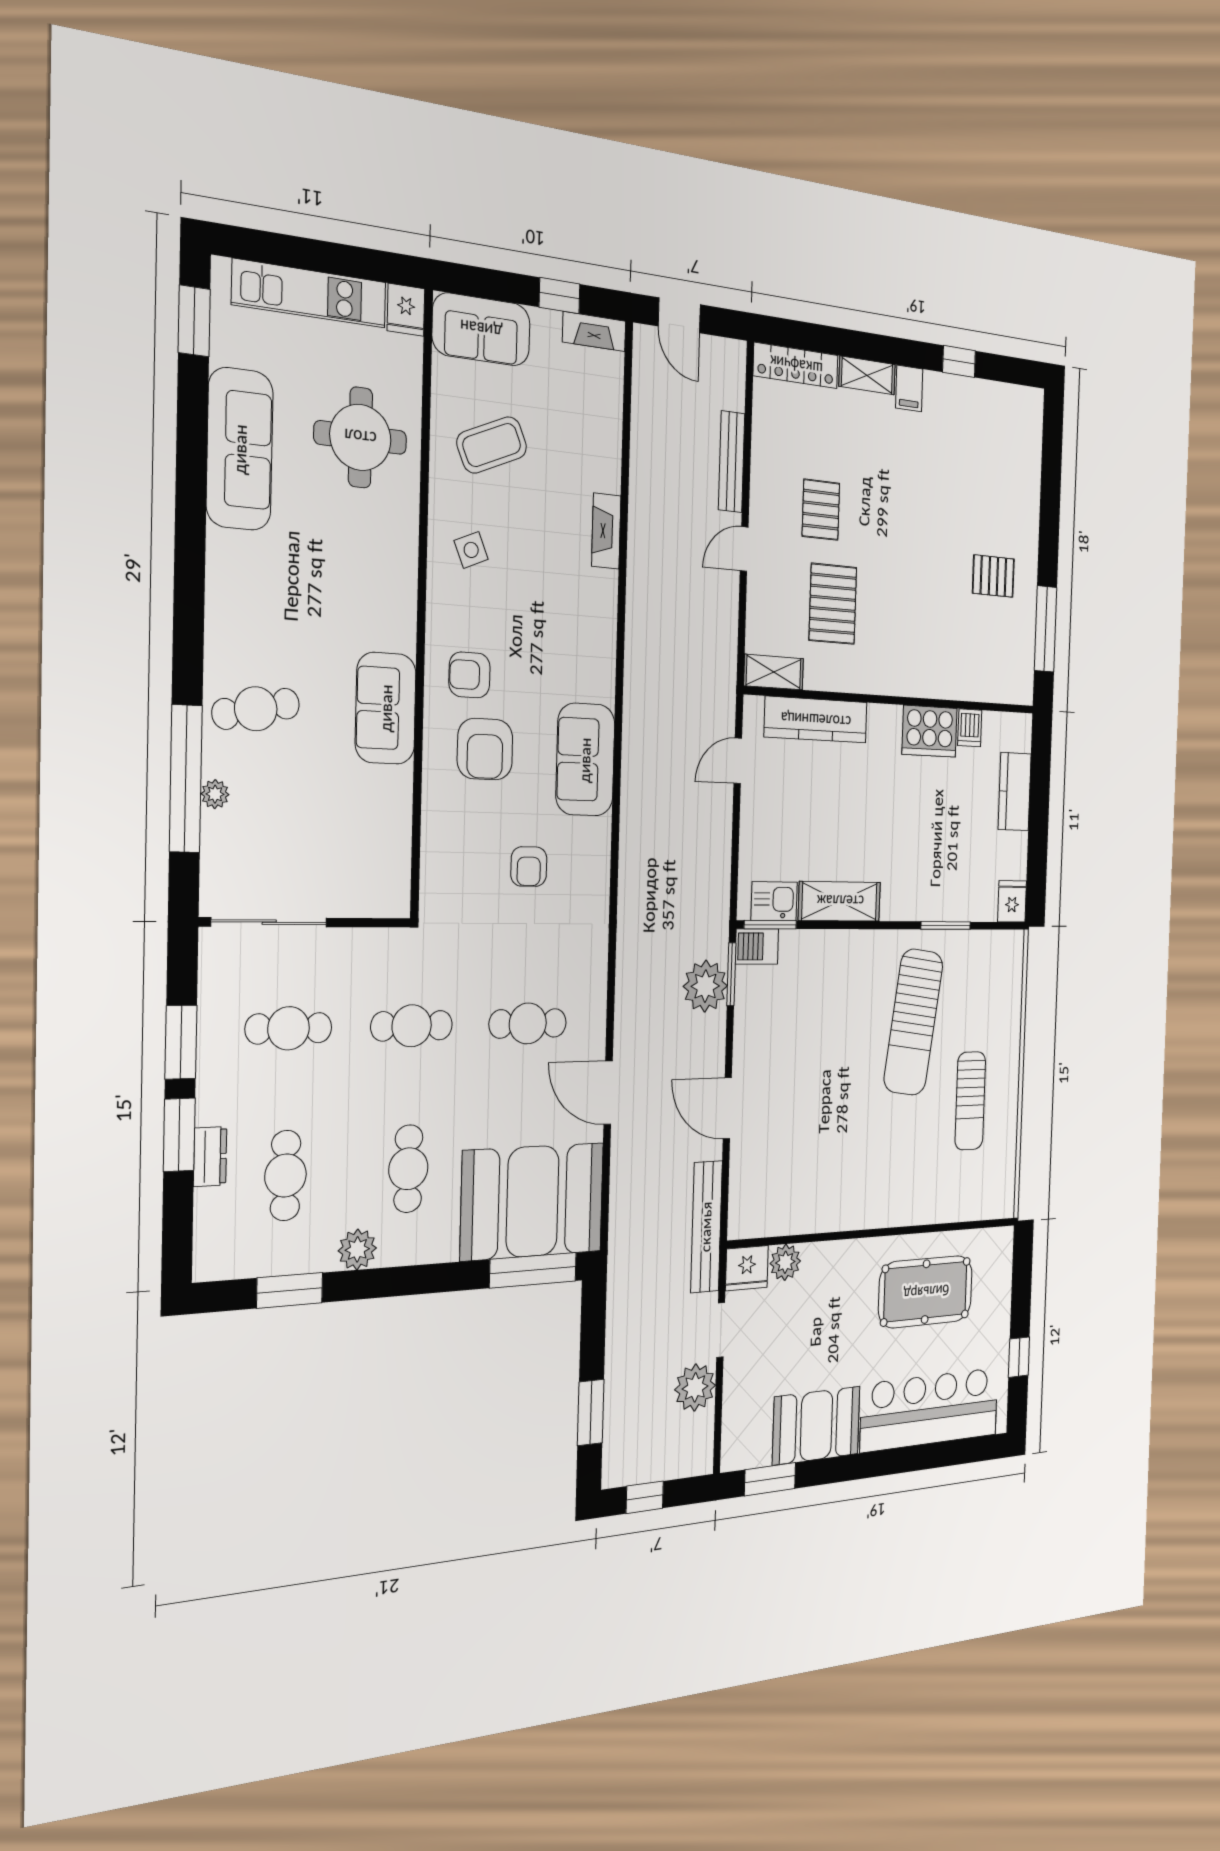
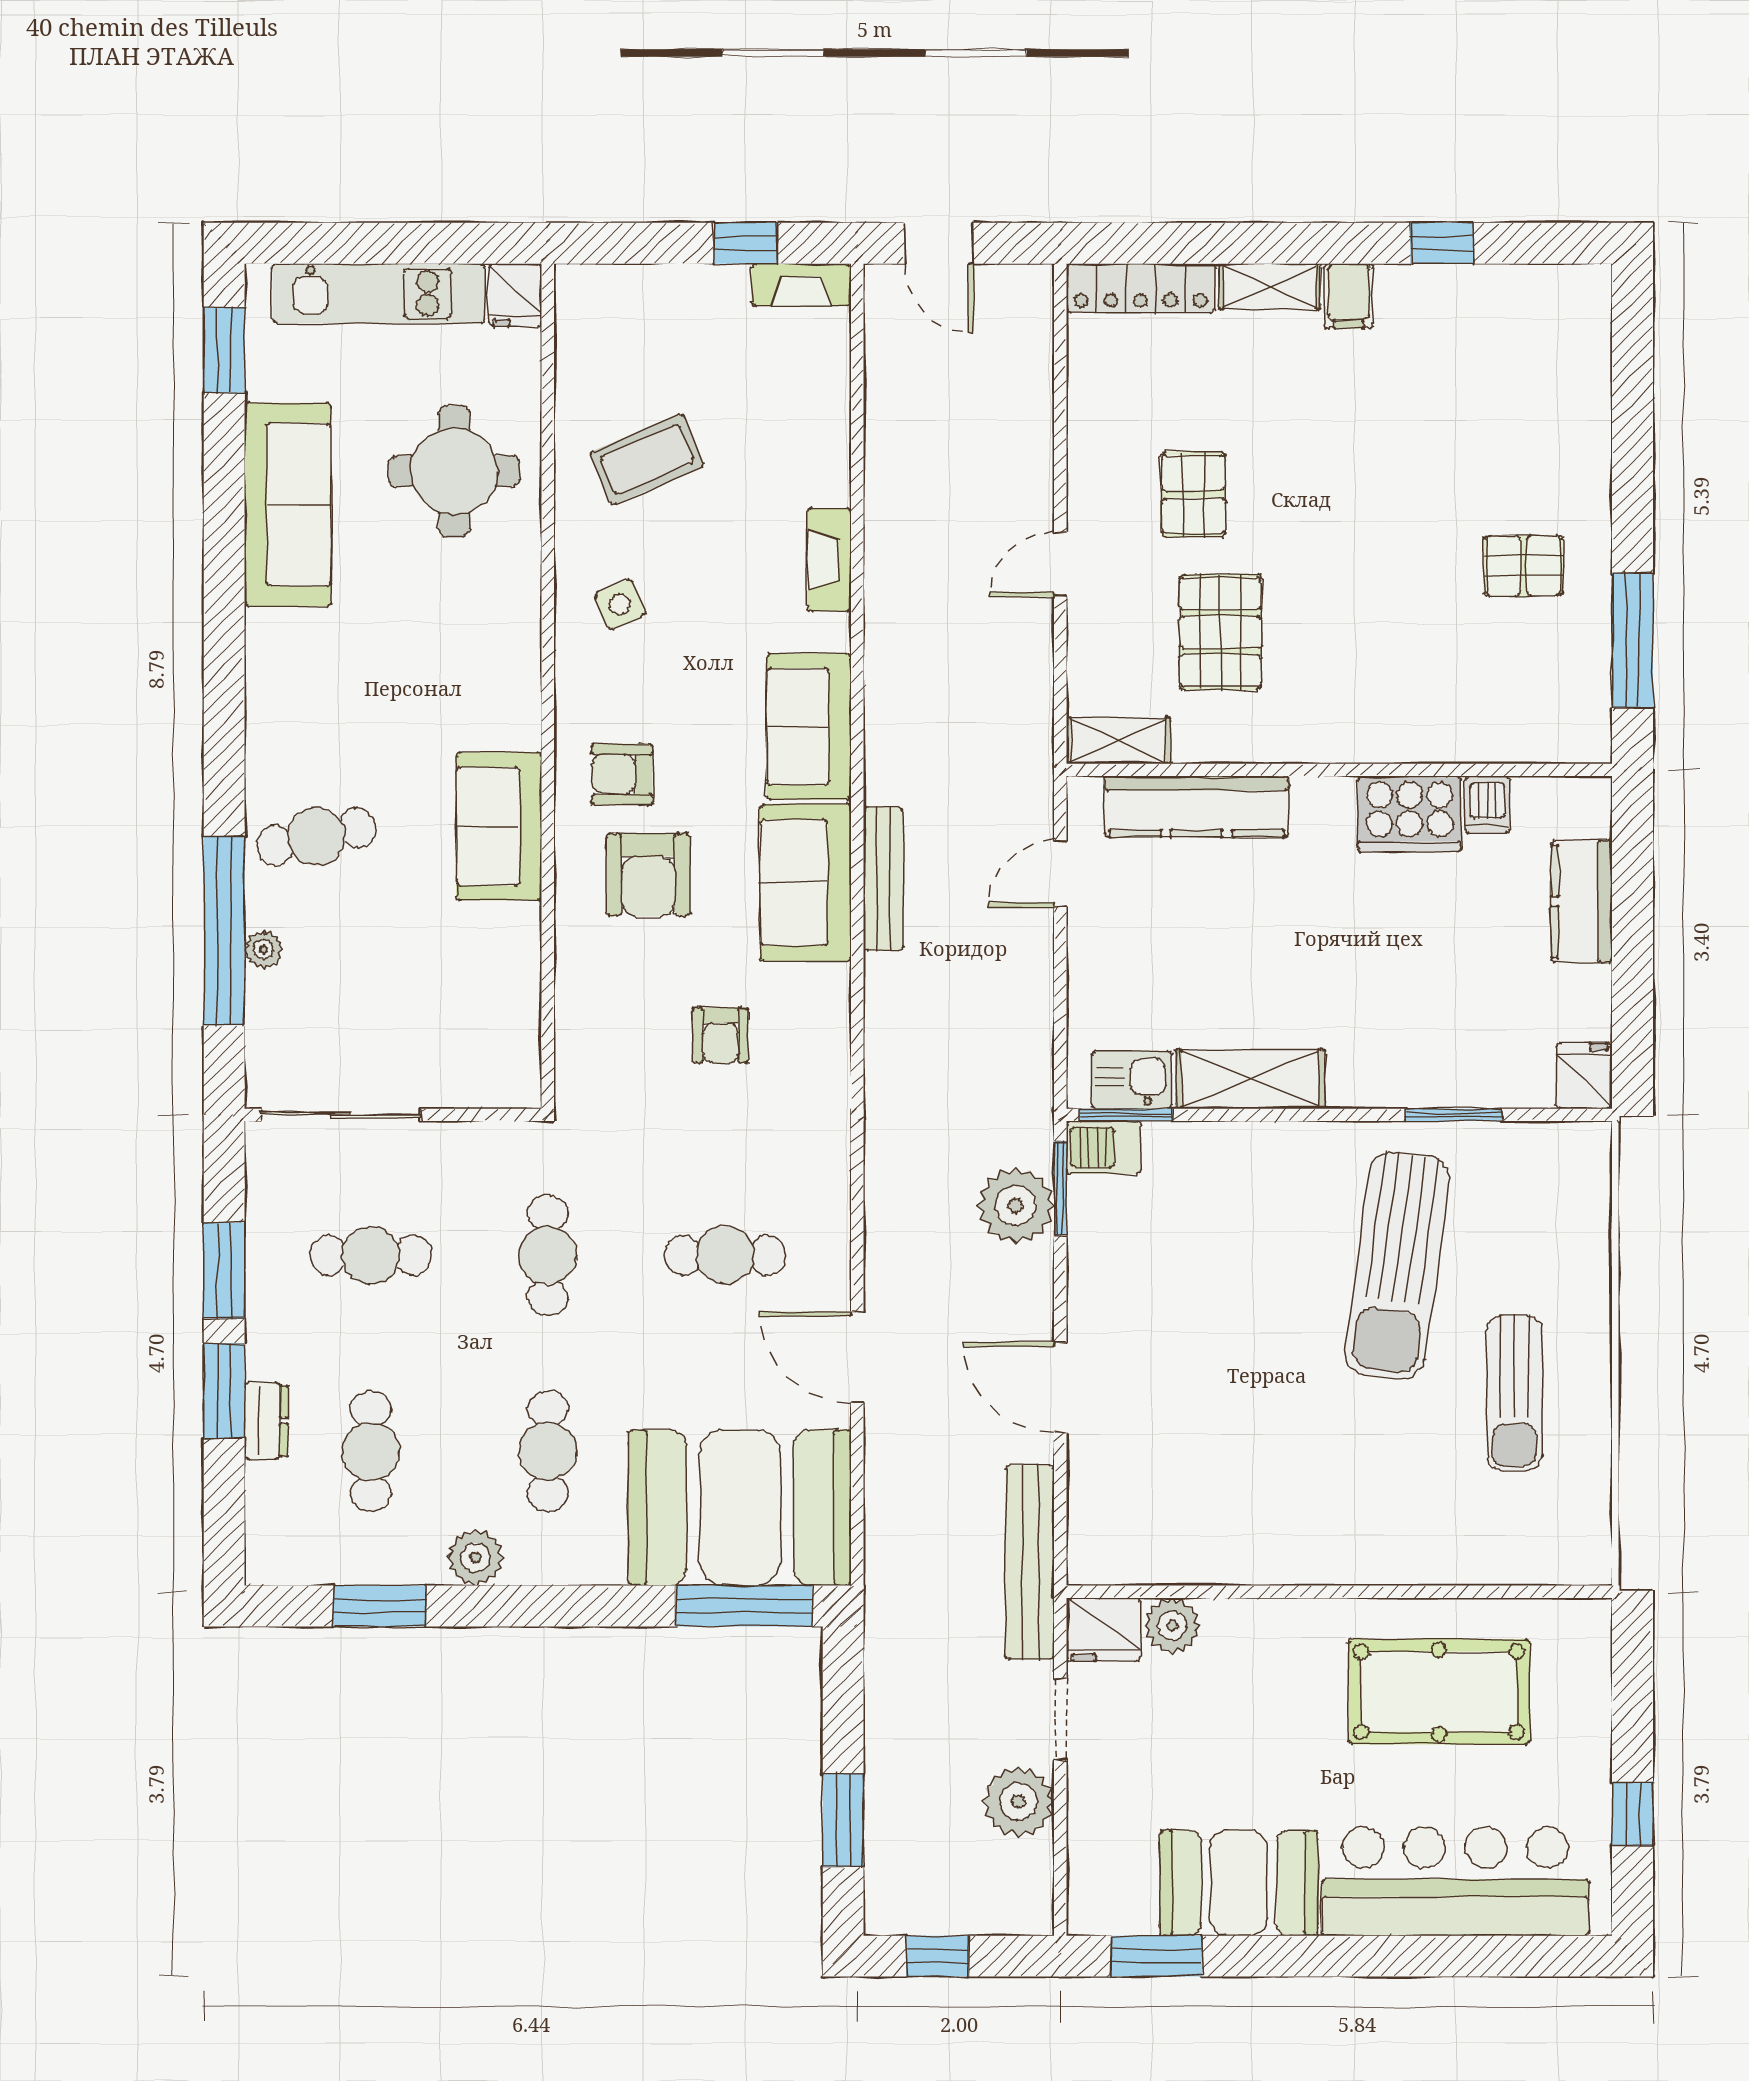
sofa: (481, 329) -> (809, 727), moved, turned 90
bench: (732, 462) -> (883, 879), moved
cafe table: (412, 1026) -> (548, 1255), turned 90

